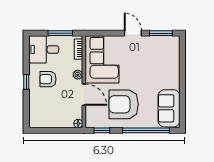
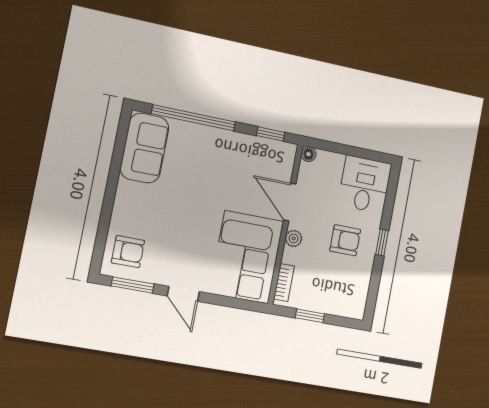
window: (60, 33) -> (310, 316), width x0.67
desk: (44, 49) -> (365, 184), moved, turned -90
armchair: (124, 104) -> (128, 252), moved, width x0.53, depth x0.53

